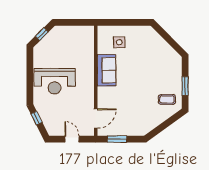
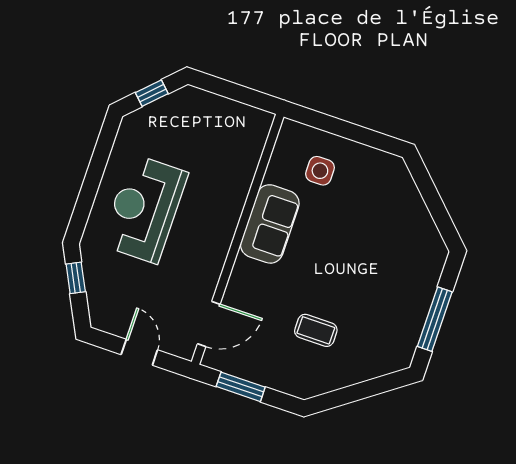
reception desk: (55, 81) -> (144, 209), turned 90
window: (185, 86) -> (435, 319), width x1.44
coffee table: (167, 99) -> (316, 330), moved

